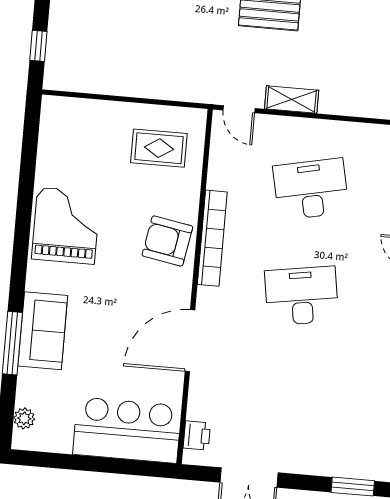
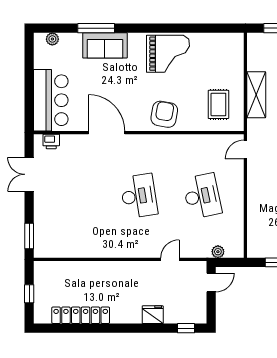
shelving: (292, 99) -> (256, 95), moved, width x1.50, depth x1.33
bookcase: (212, 238) -> (168, 140), removed

